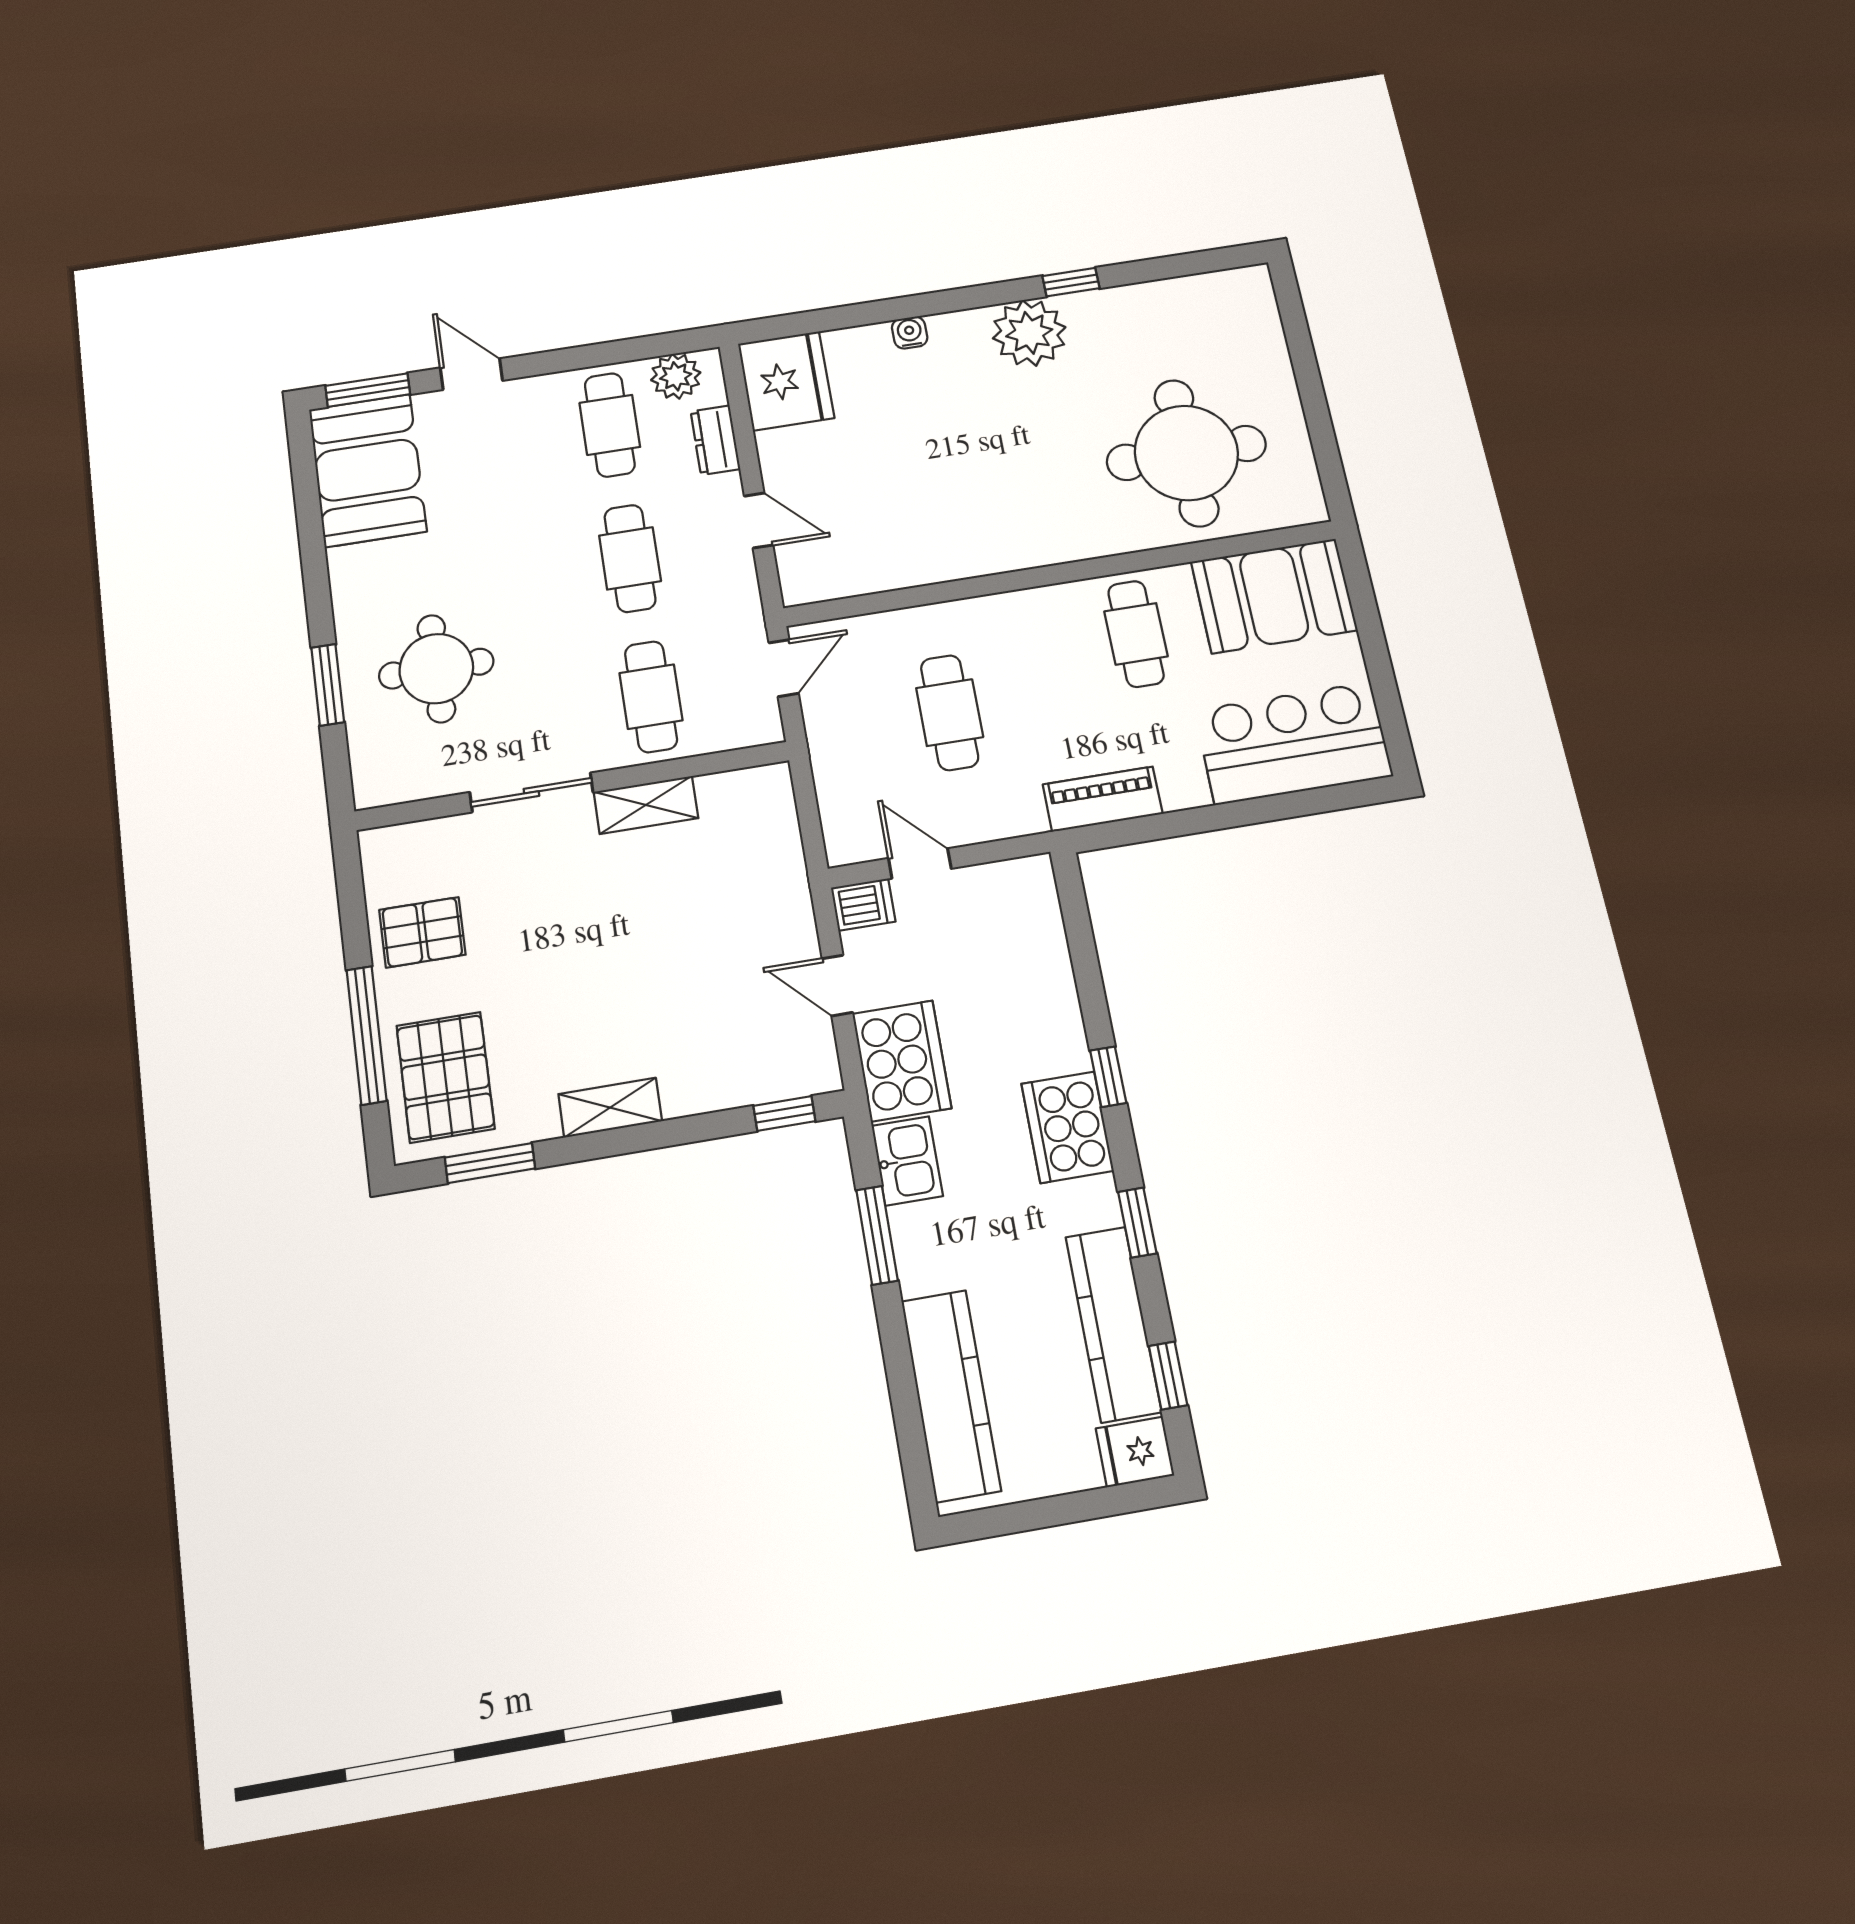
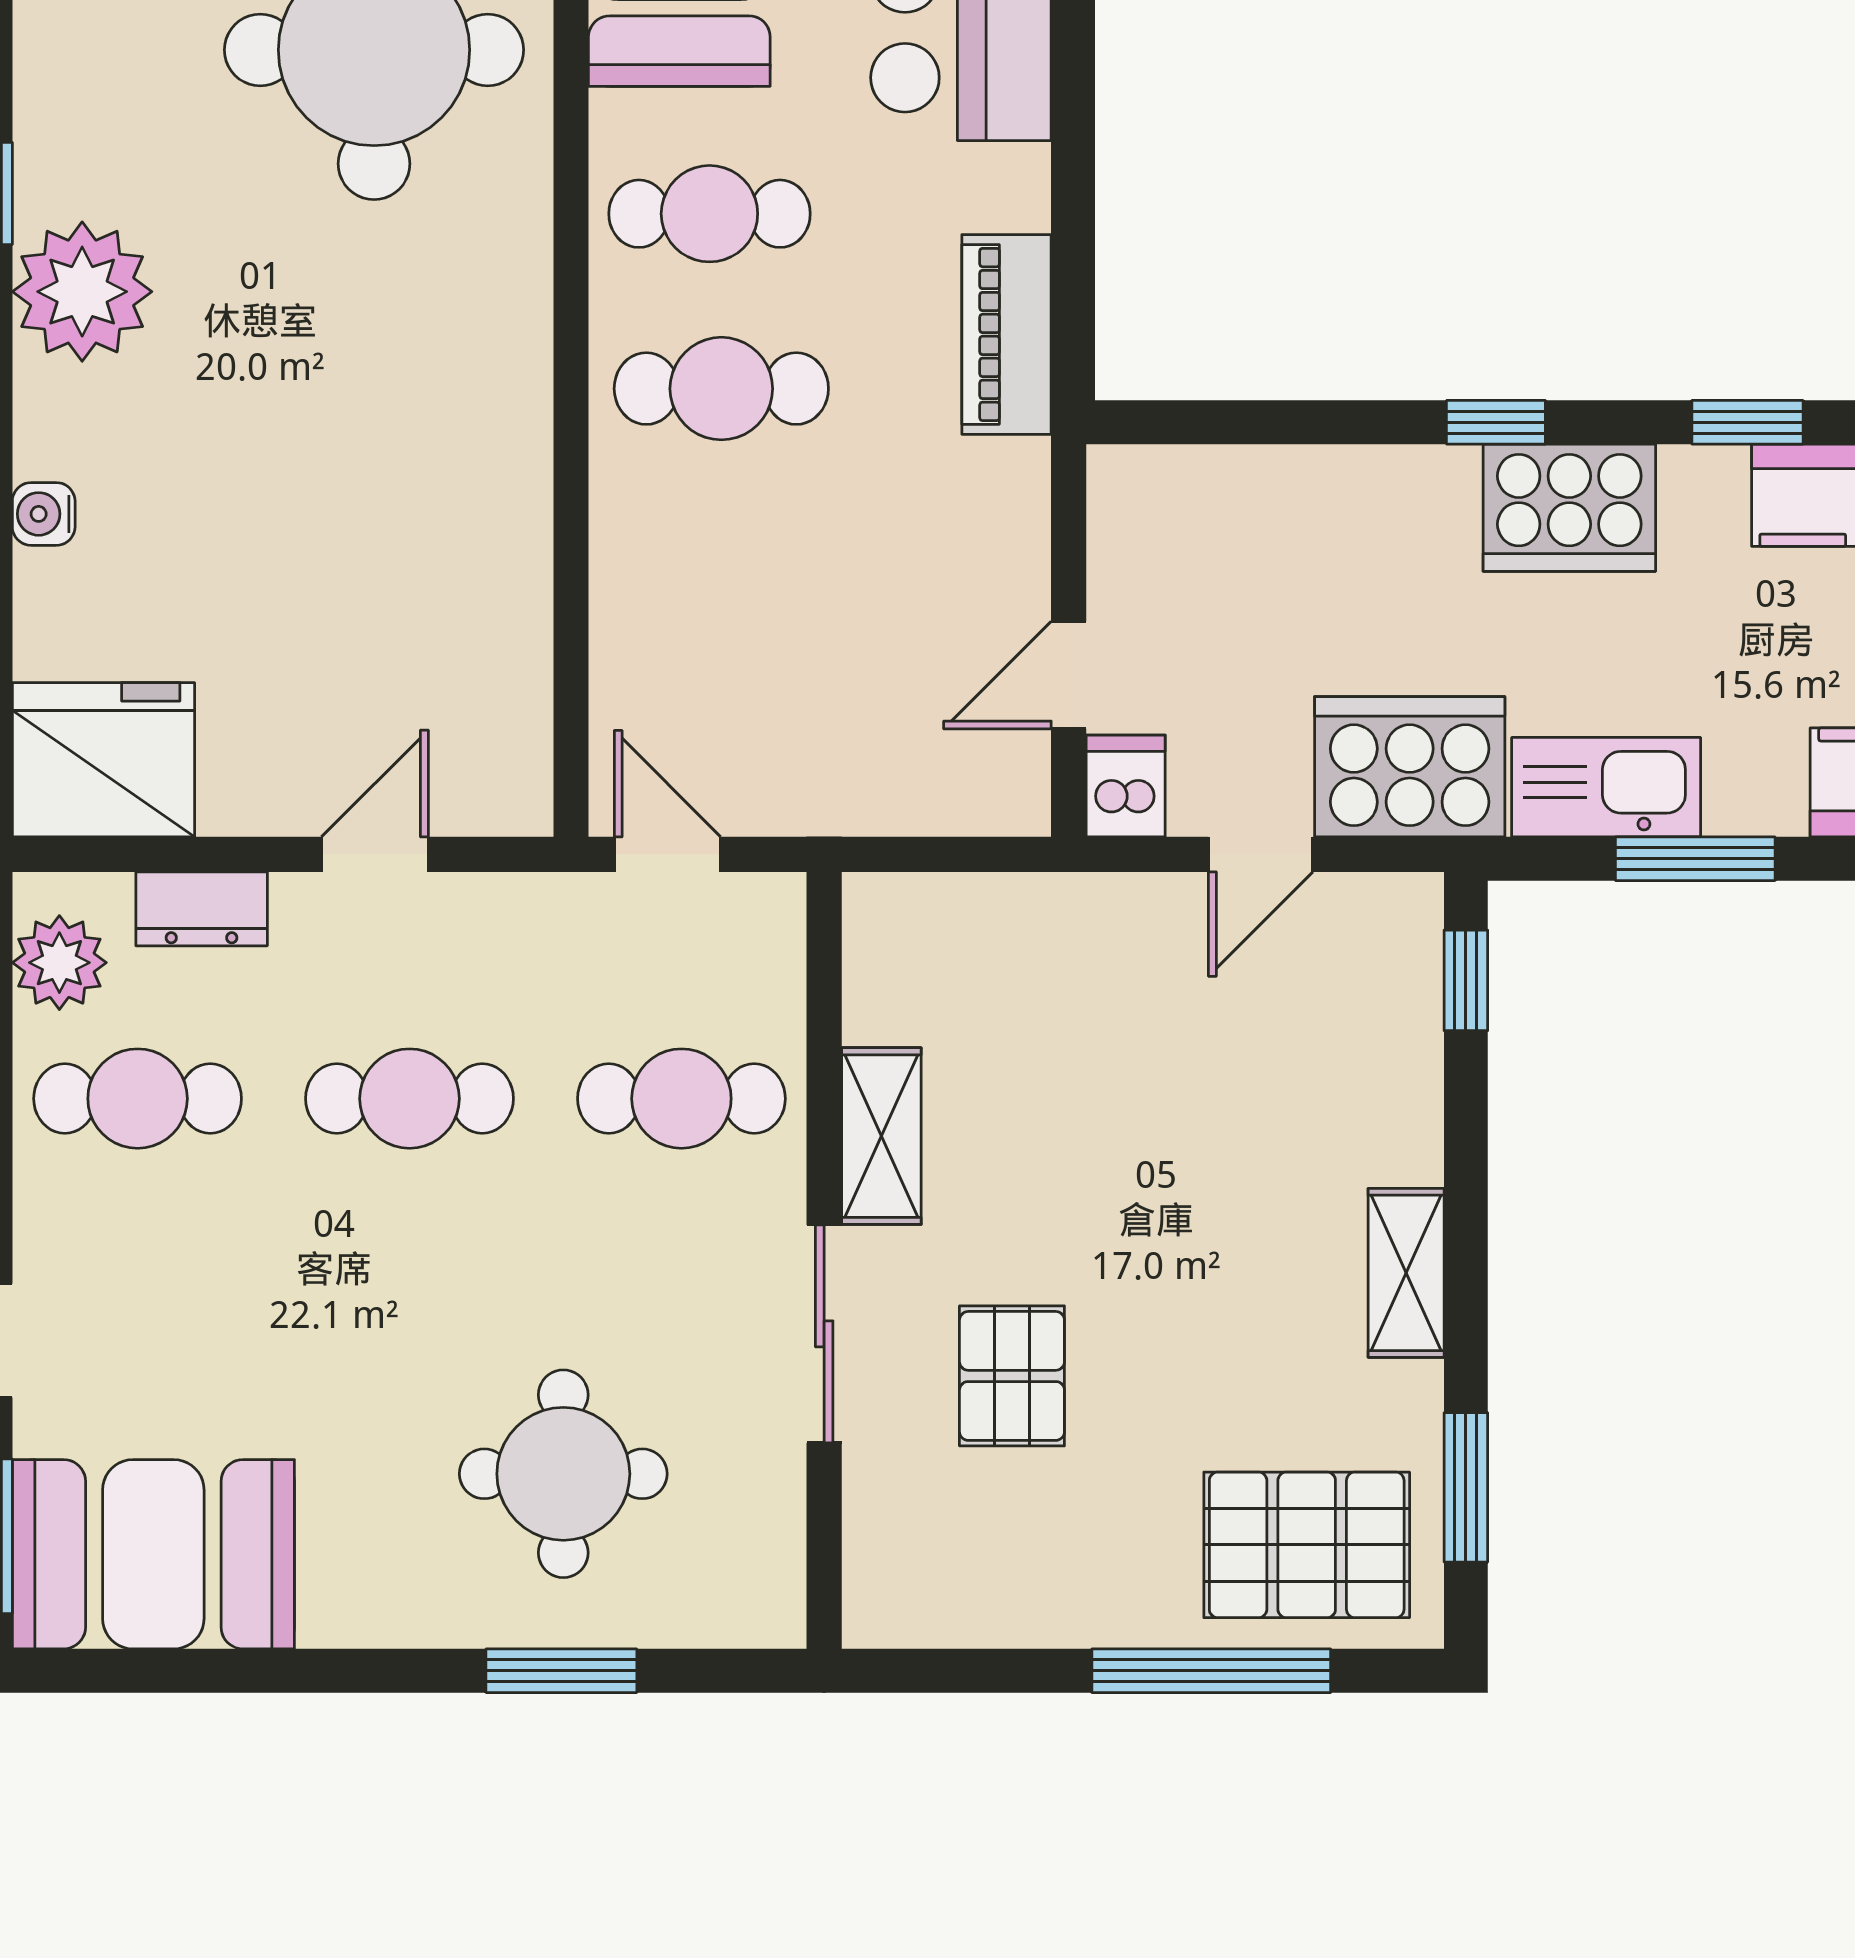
cafe table: (950, 713) -> (721, 389), moved
pallet: (422, 932) -> (1012, 1376), moved
kitchen sink: (907, 1161) -> (1606, 787), width x1.38

